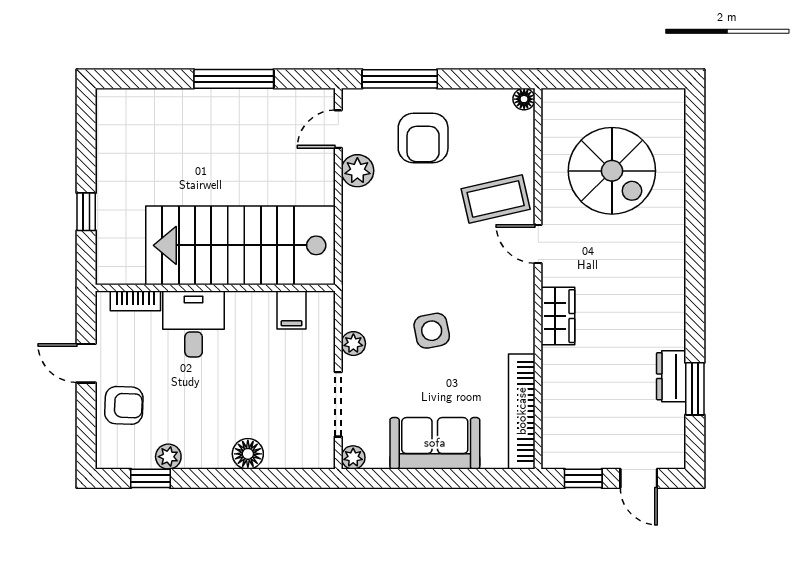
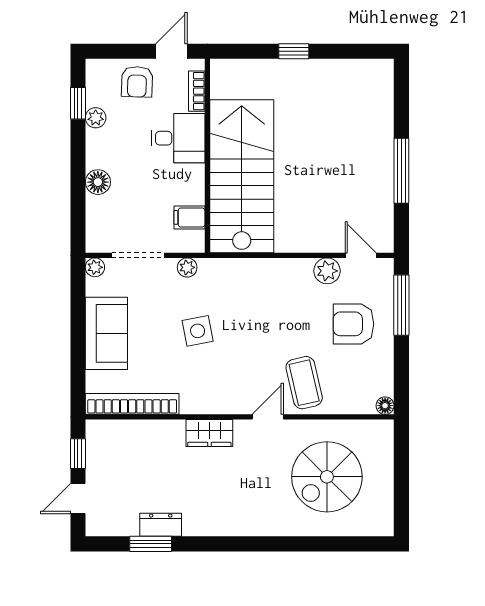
stairs: (241, 245) -> (242, 176), moved
wall: (215, 288) -> (207, 156), moved
bookcase: (135, 301) -> (197, 91), moved
filing cabinet: (292, 310) -> (189, 217), moved
desk: (194, 324) -> (178, 138), moved

